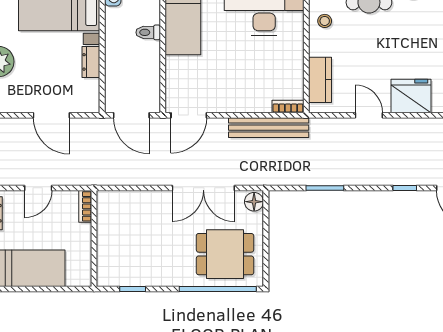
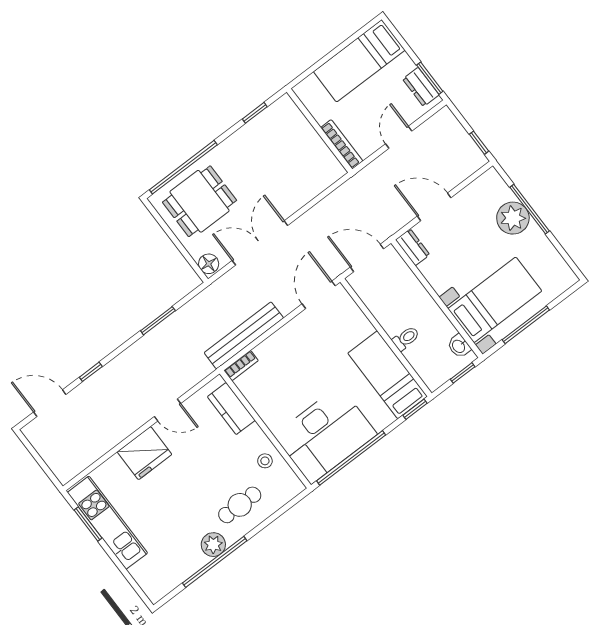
dresser: (91, 62) -> (413, 247), moved
bookcase: (85, 206) -> (342, 144), width x1.56

